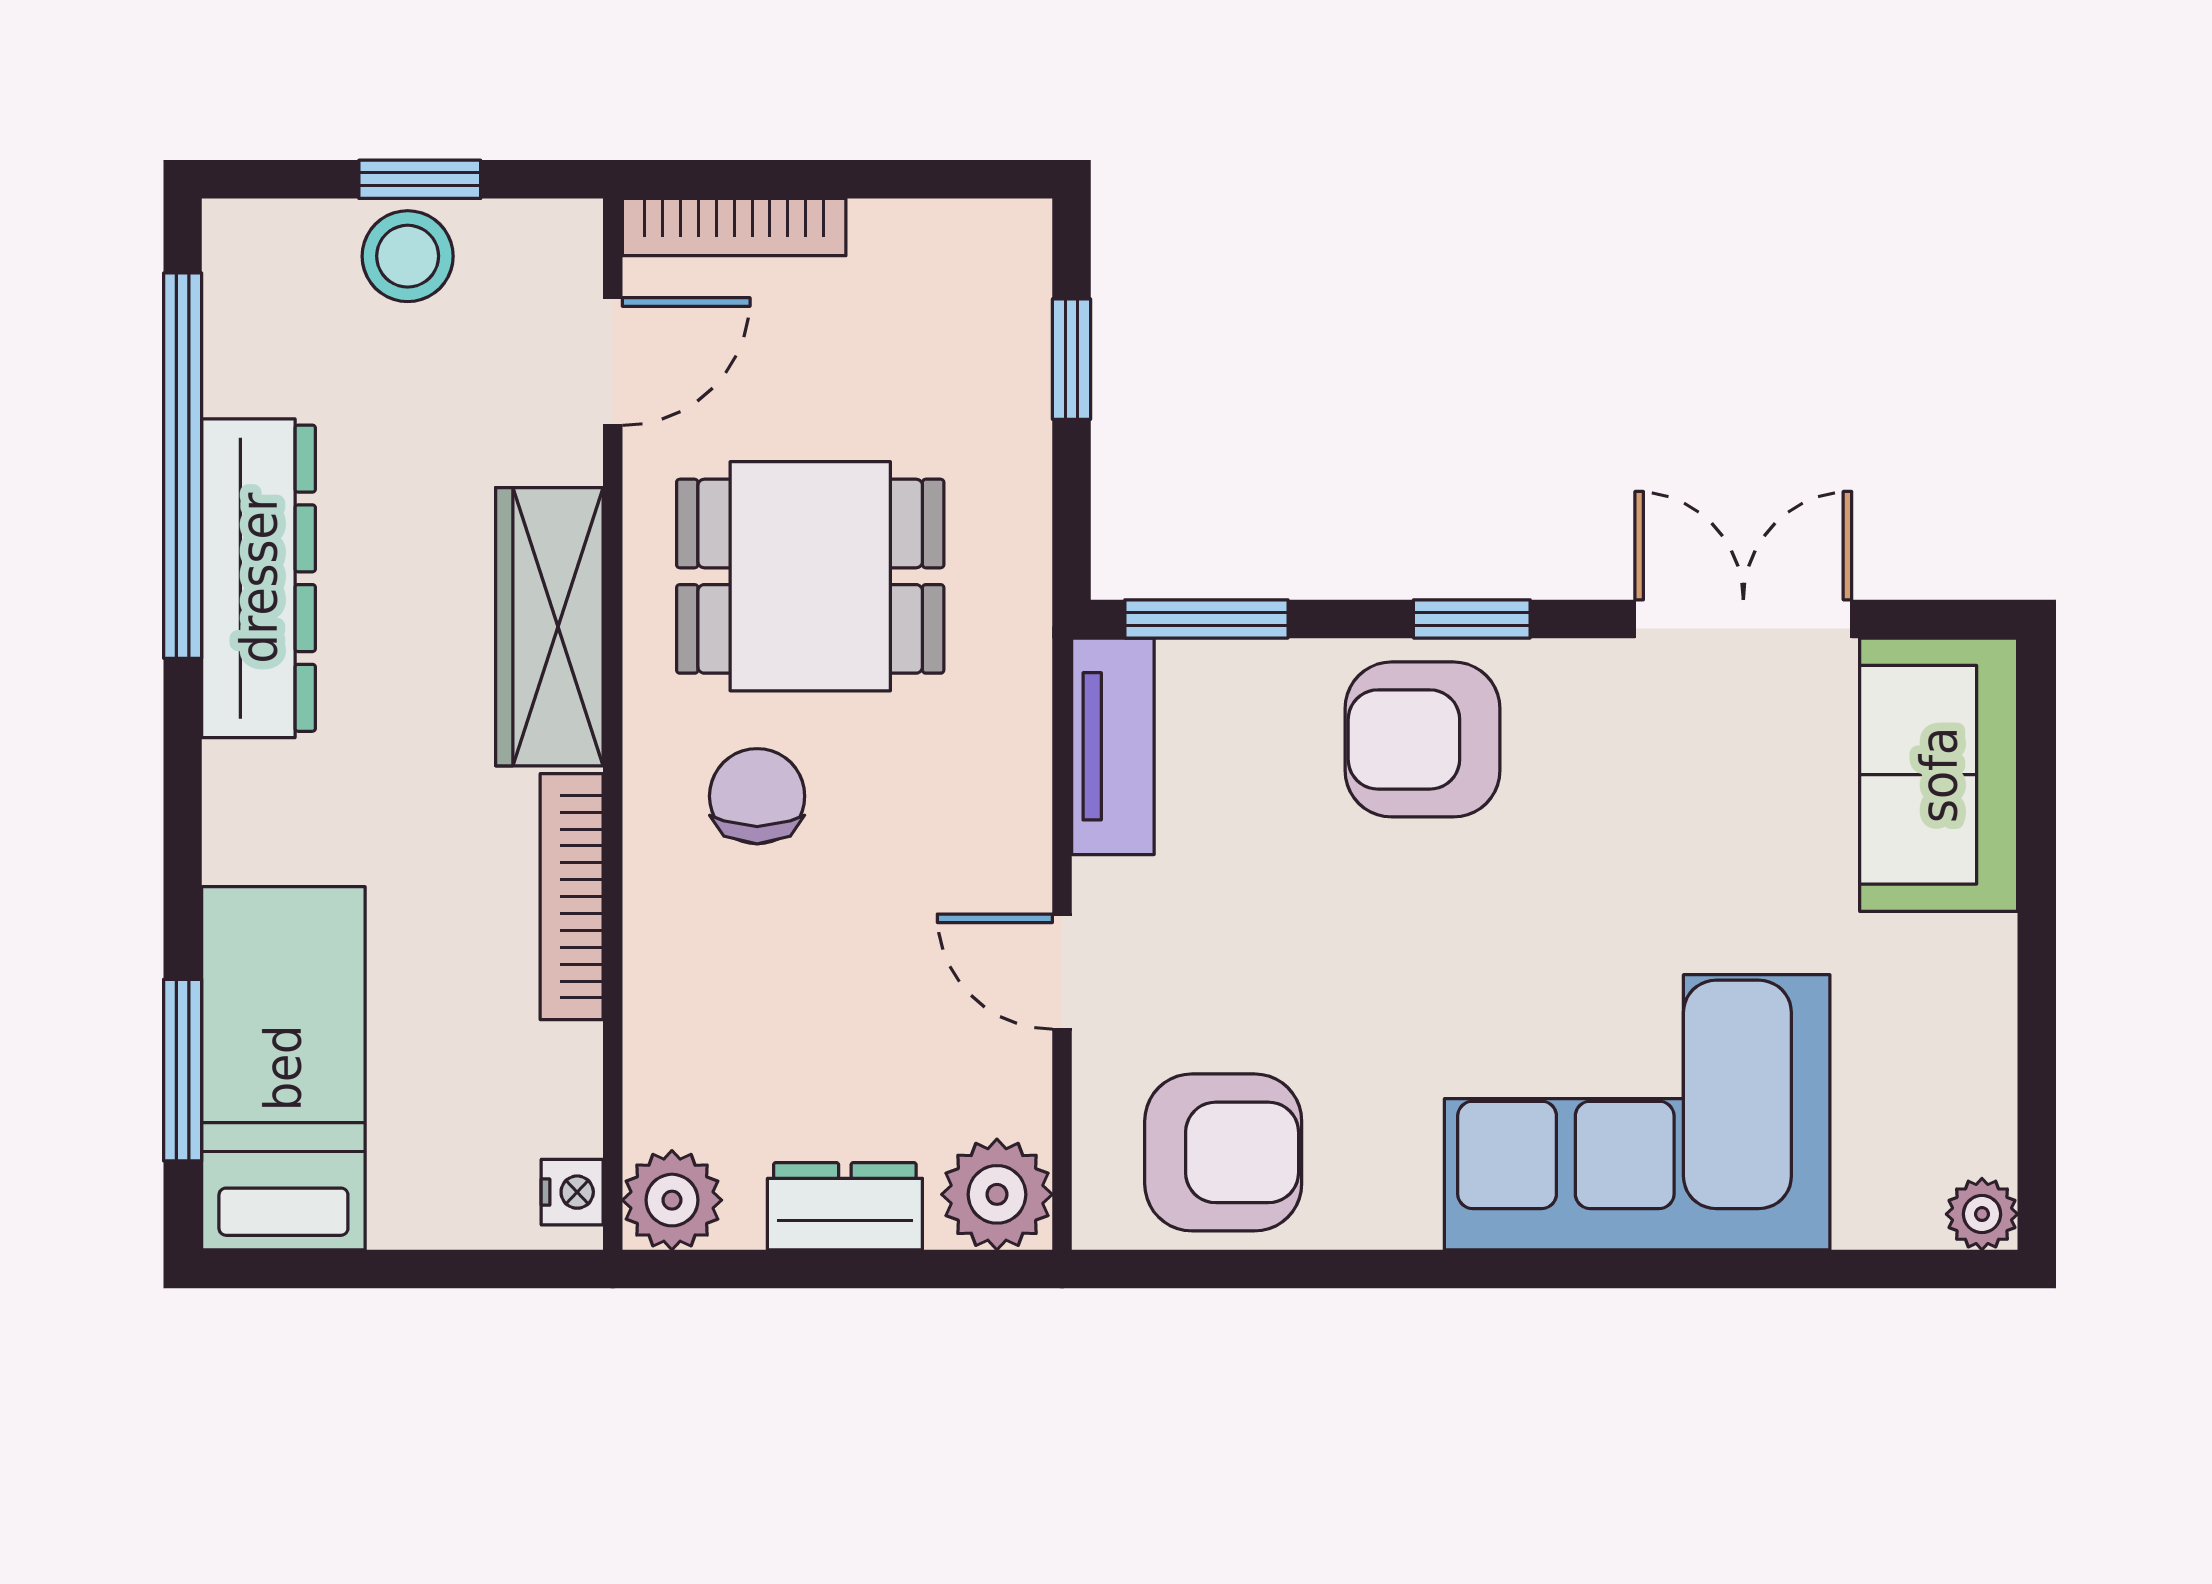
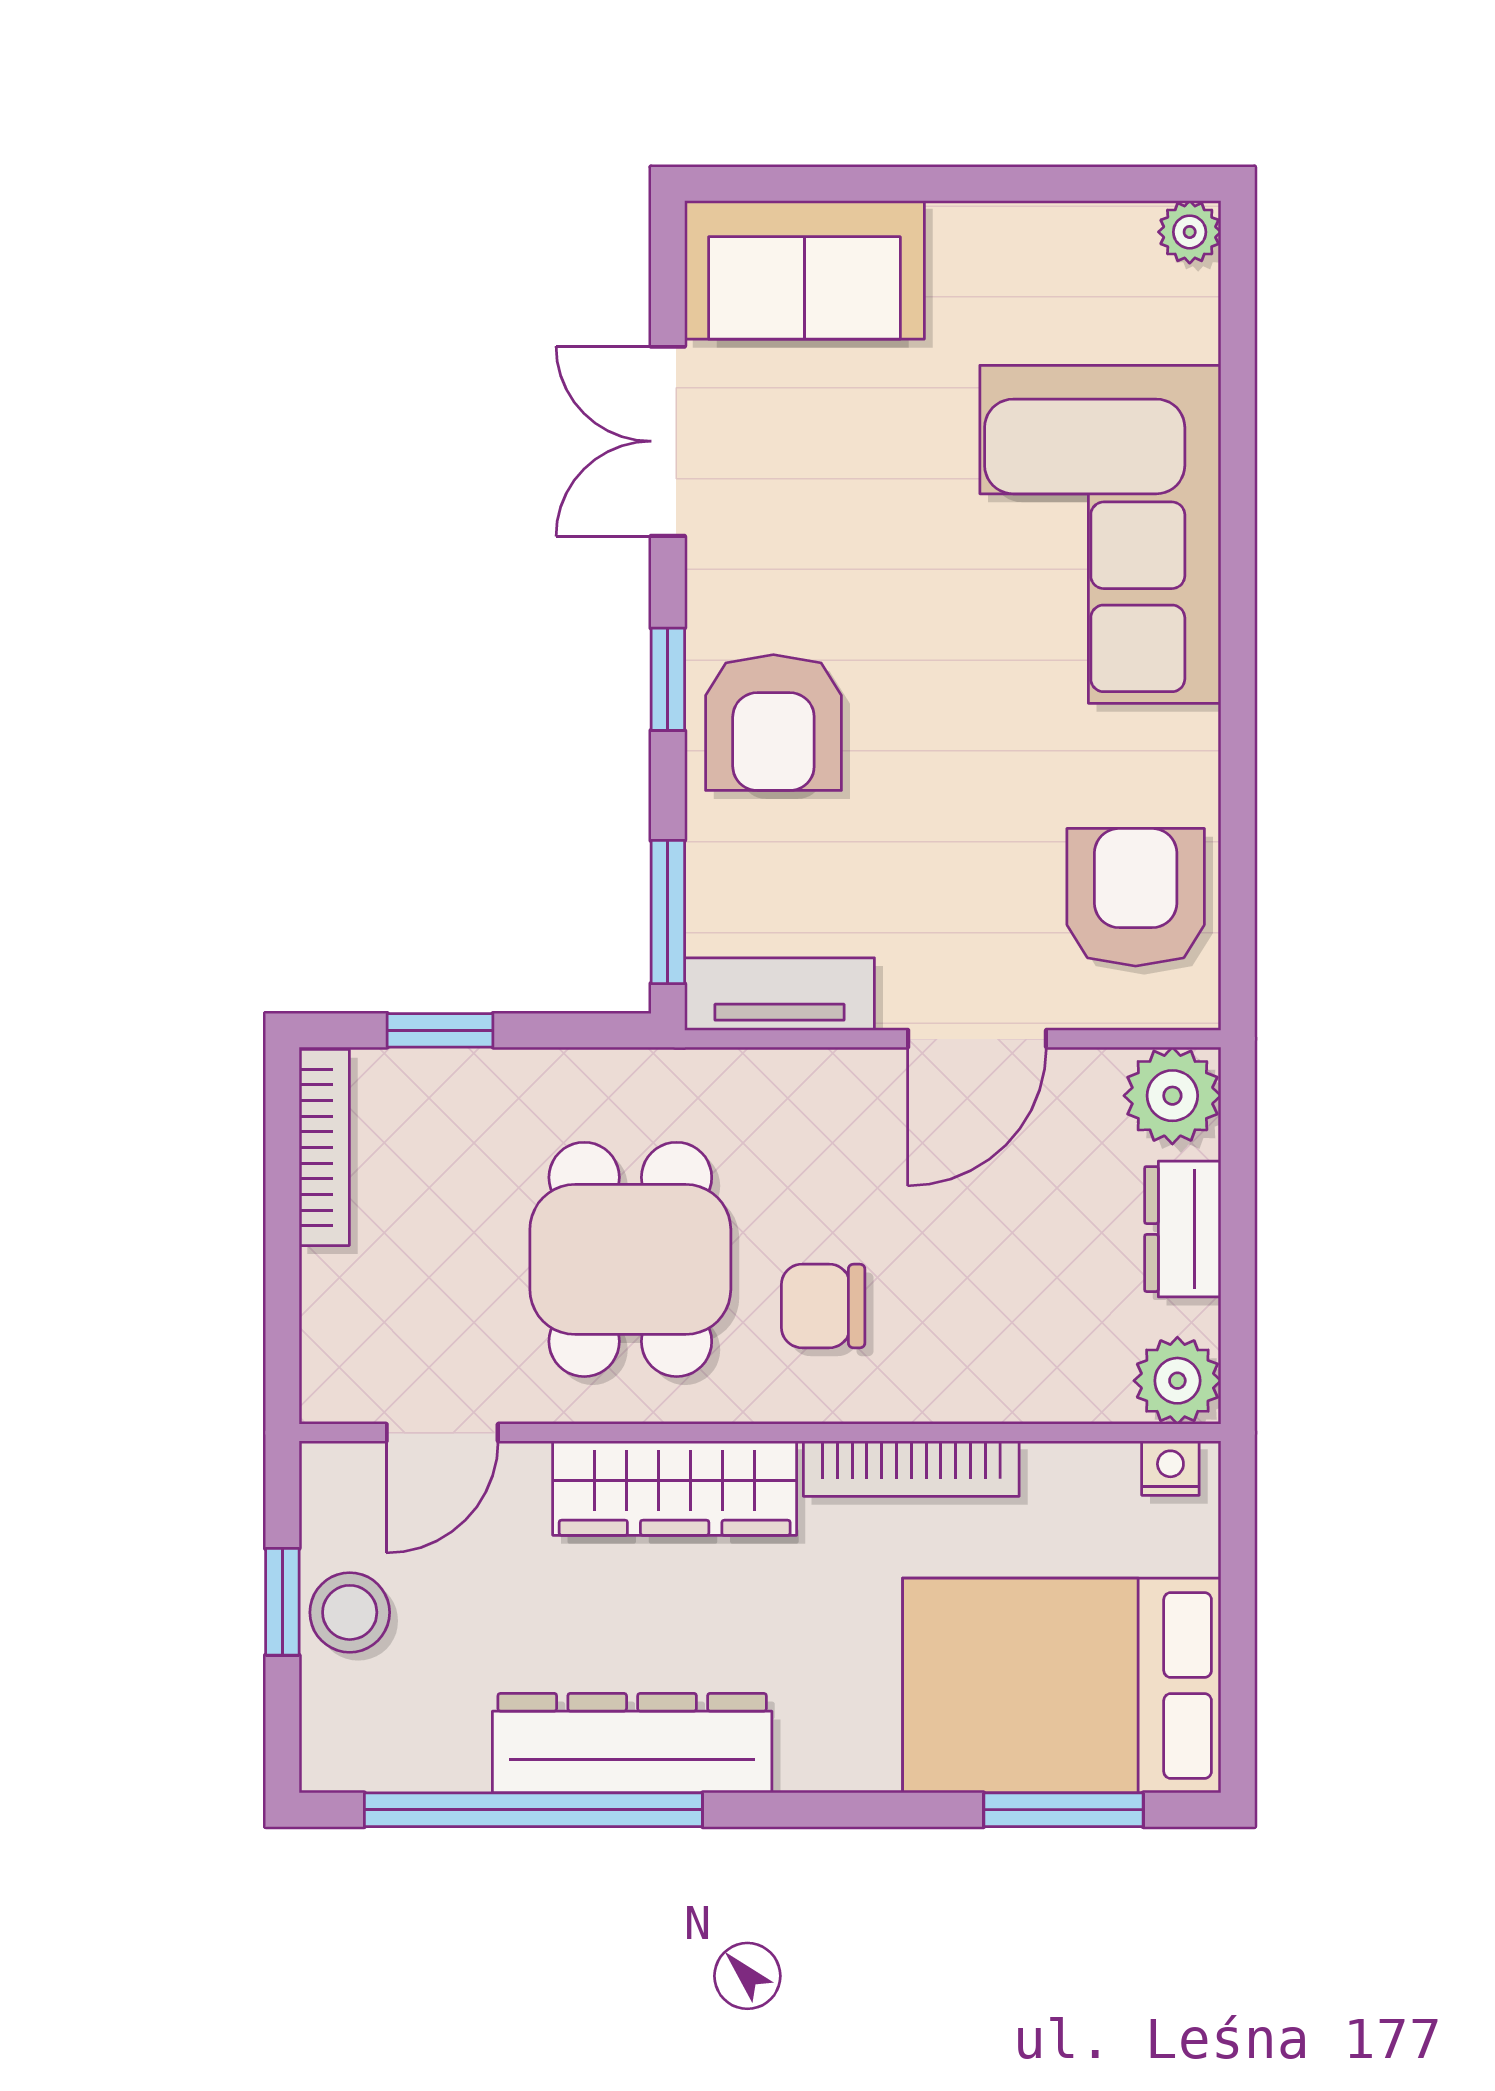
bookcase: (734, 227) -> (324, 1148), moved
door: (613, 362) -> (442, 1433), swing flipped
door: (1062, 972) -> (977, 1039), width x1.38
bed: (283, 1068) -> (1062, 1686), width x1.50

